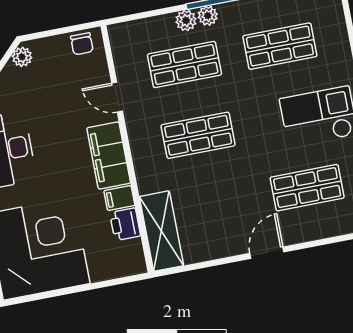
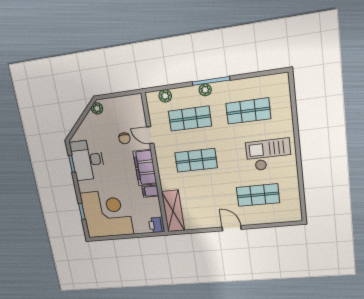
plant: (186, 20) -> (165, 96), moved
chair: (82, 44) -> (124, 138), moved
printer: (125, 224) -> (157, 225), moved
door: (267, 253) -> (232, 228), hinge flipped

